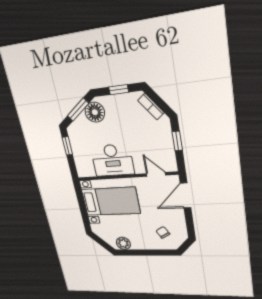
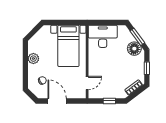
window: (67, 146) -> (113, 22), removed
desk: (112, 160) -> (103, 36), moved, turned 90
door: (186, 196) -> (57, 101), moved
plant: (123, 243) -> (33, 59), moved

